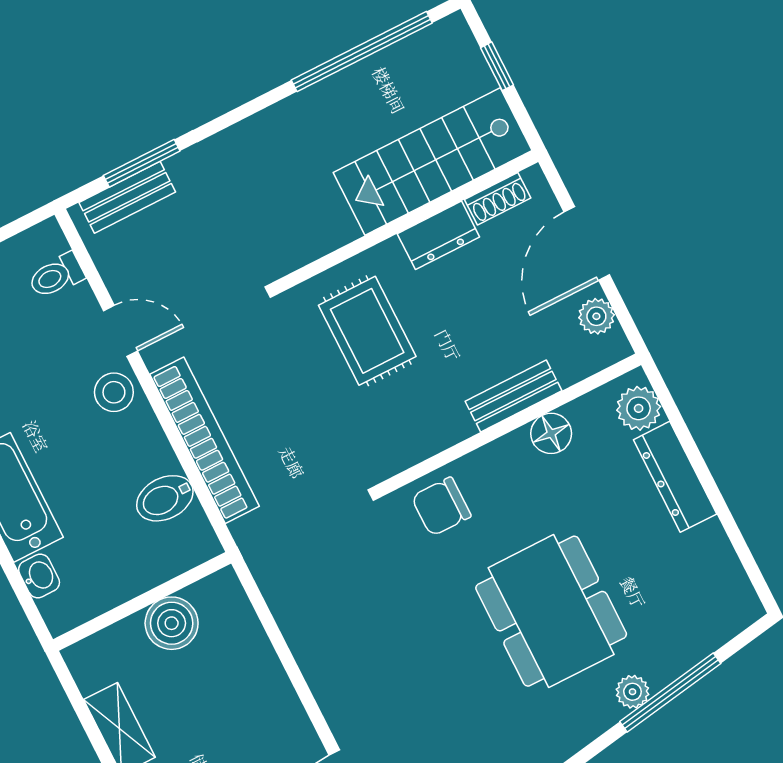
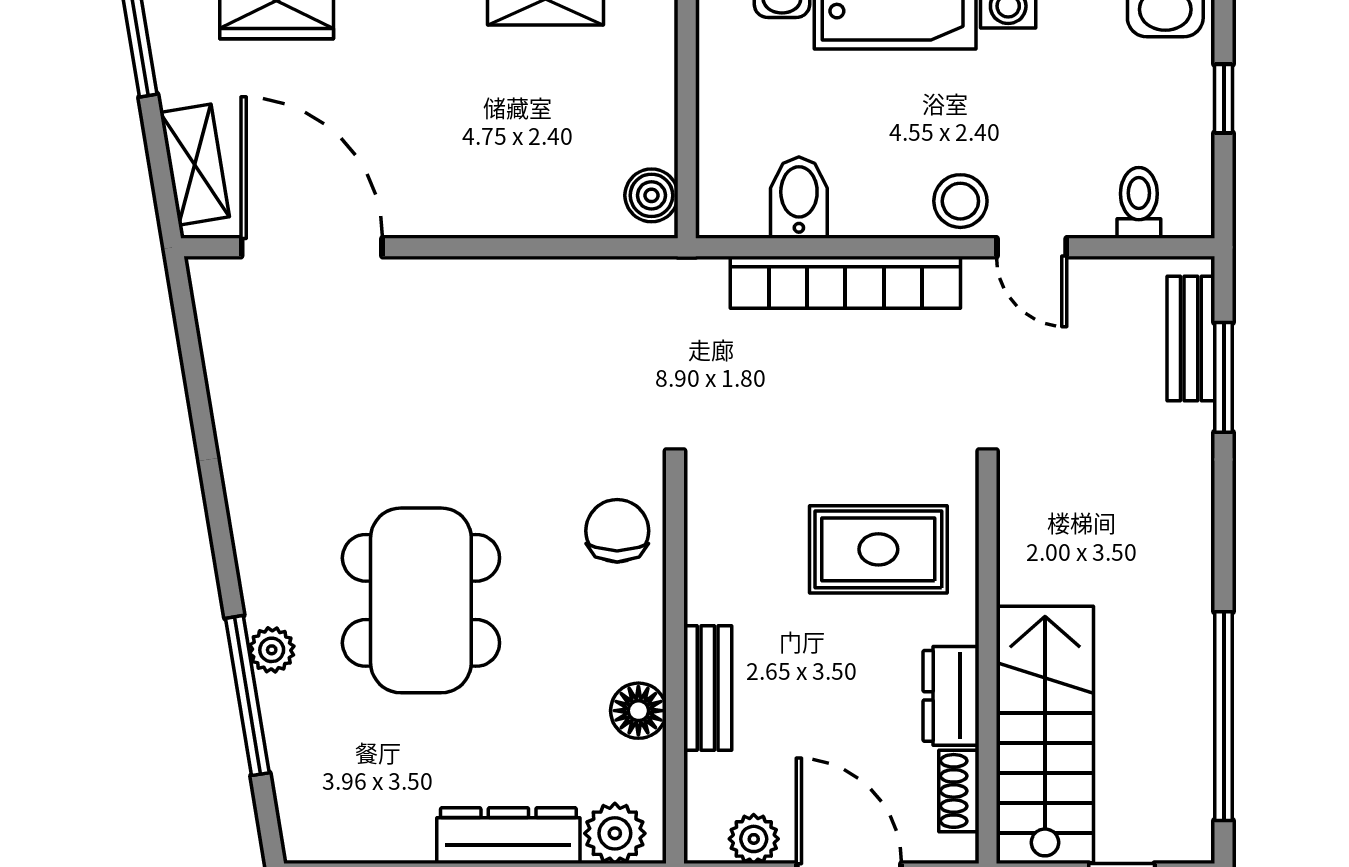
door: (120, 331) -> (1032, 247), hinge flipped
dining table: (551, 611) -> (421, 600), turned 90
boiler: (172, 623) -> (651, 195), moved, width x0.73, depth x0.73

